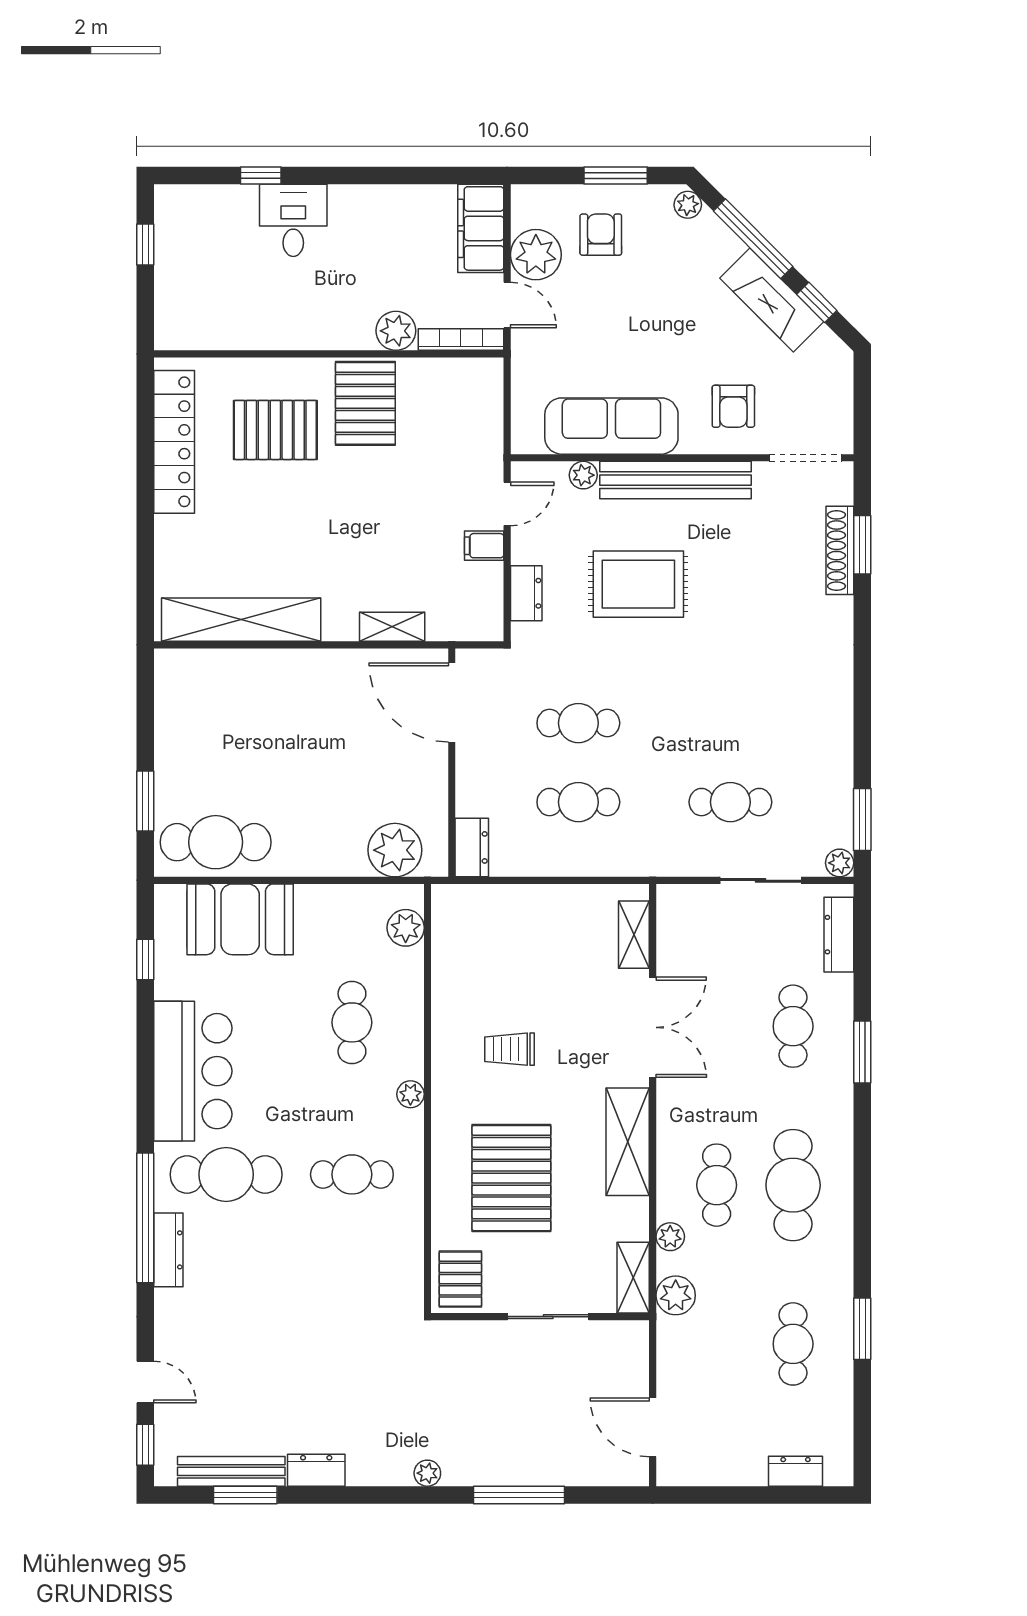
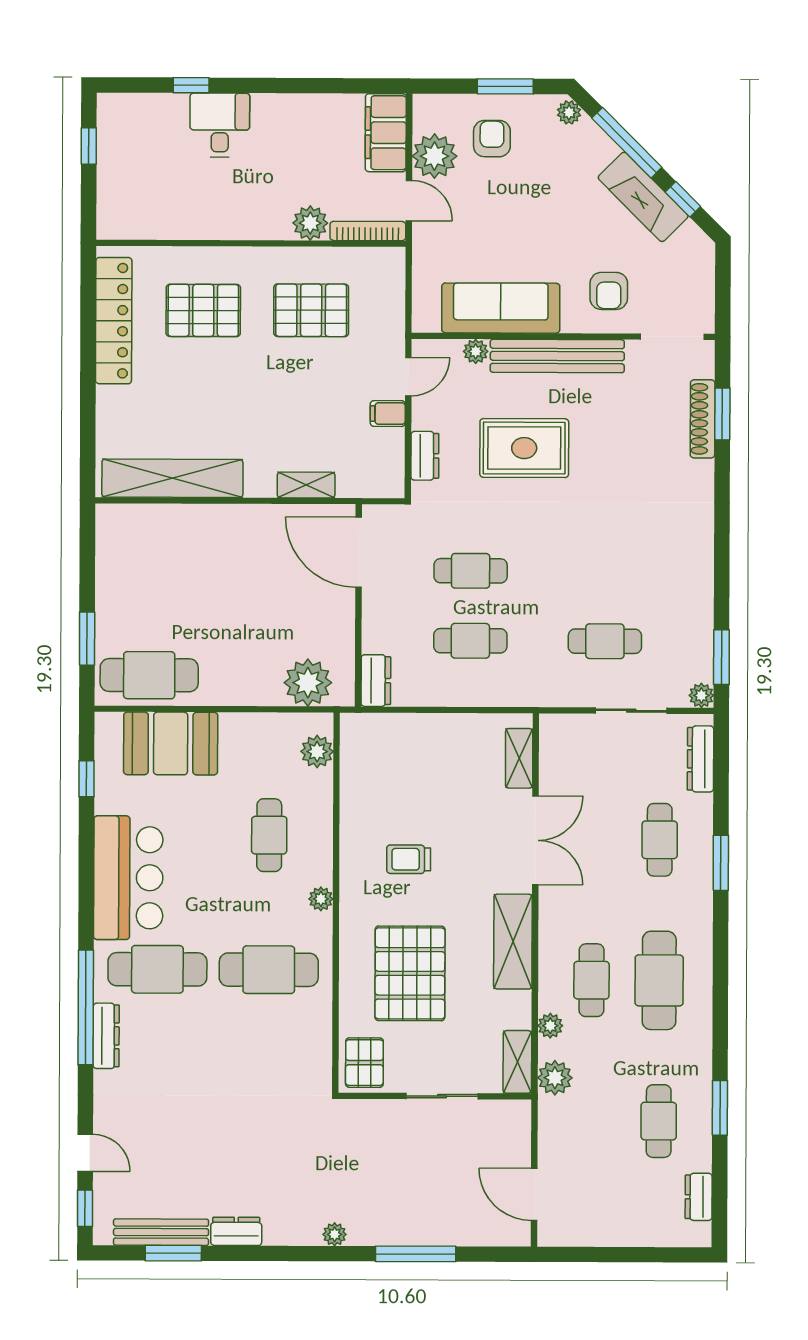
pallet: (365, 403) -> (311, 310), moved, turned 90
cafe table: (352, 1174) -> (269, 970), width x1.37, depth x1.35
dresser: (796, 1471) -> (699, 1197), moved, turned -90

